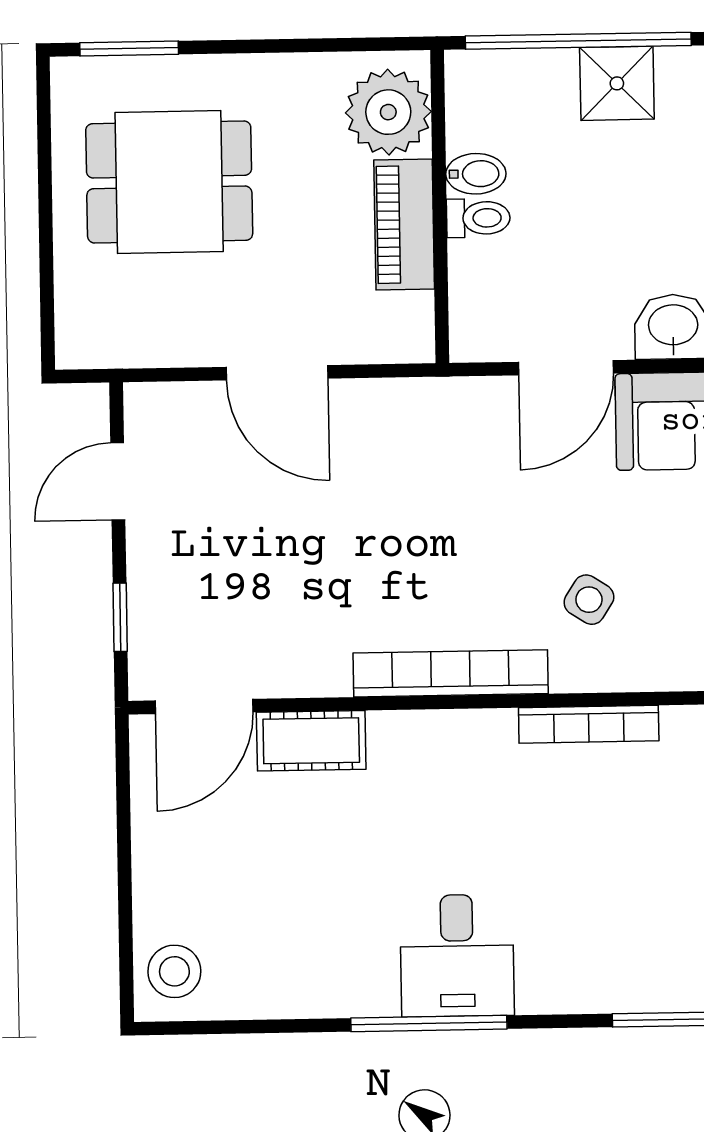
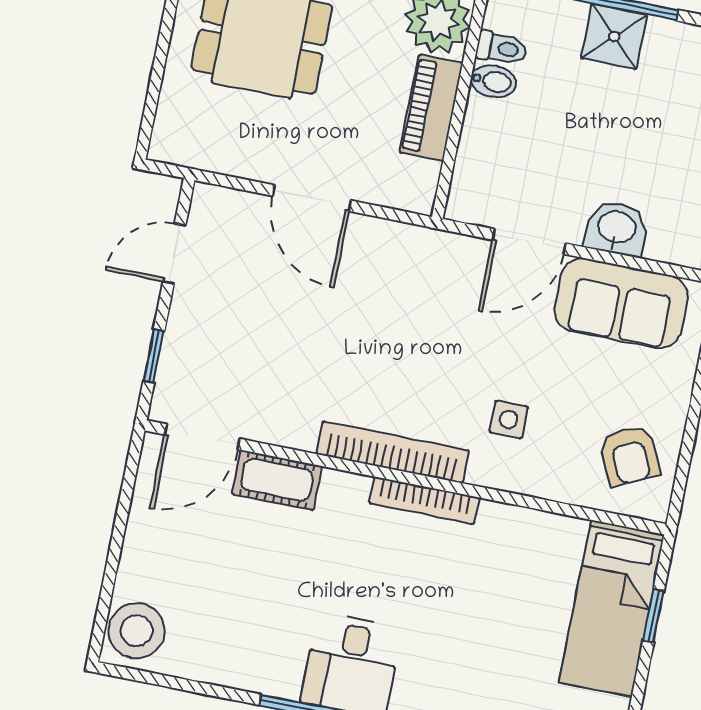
toilet: (478, 218) -> (501, 48), moved
side table: (589, 600) -> (509, 420), turned -33
bookcase: (589, 724) -> (424, 500), moved
stool: (174, 971) -> (137, 631), width x1.38, depth x1.38

